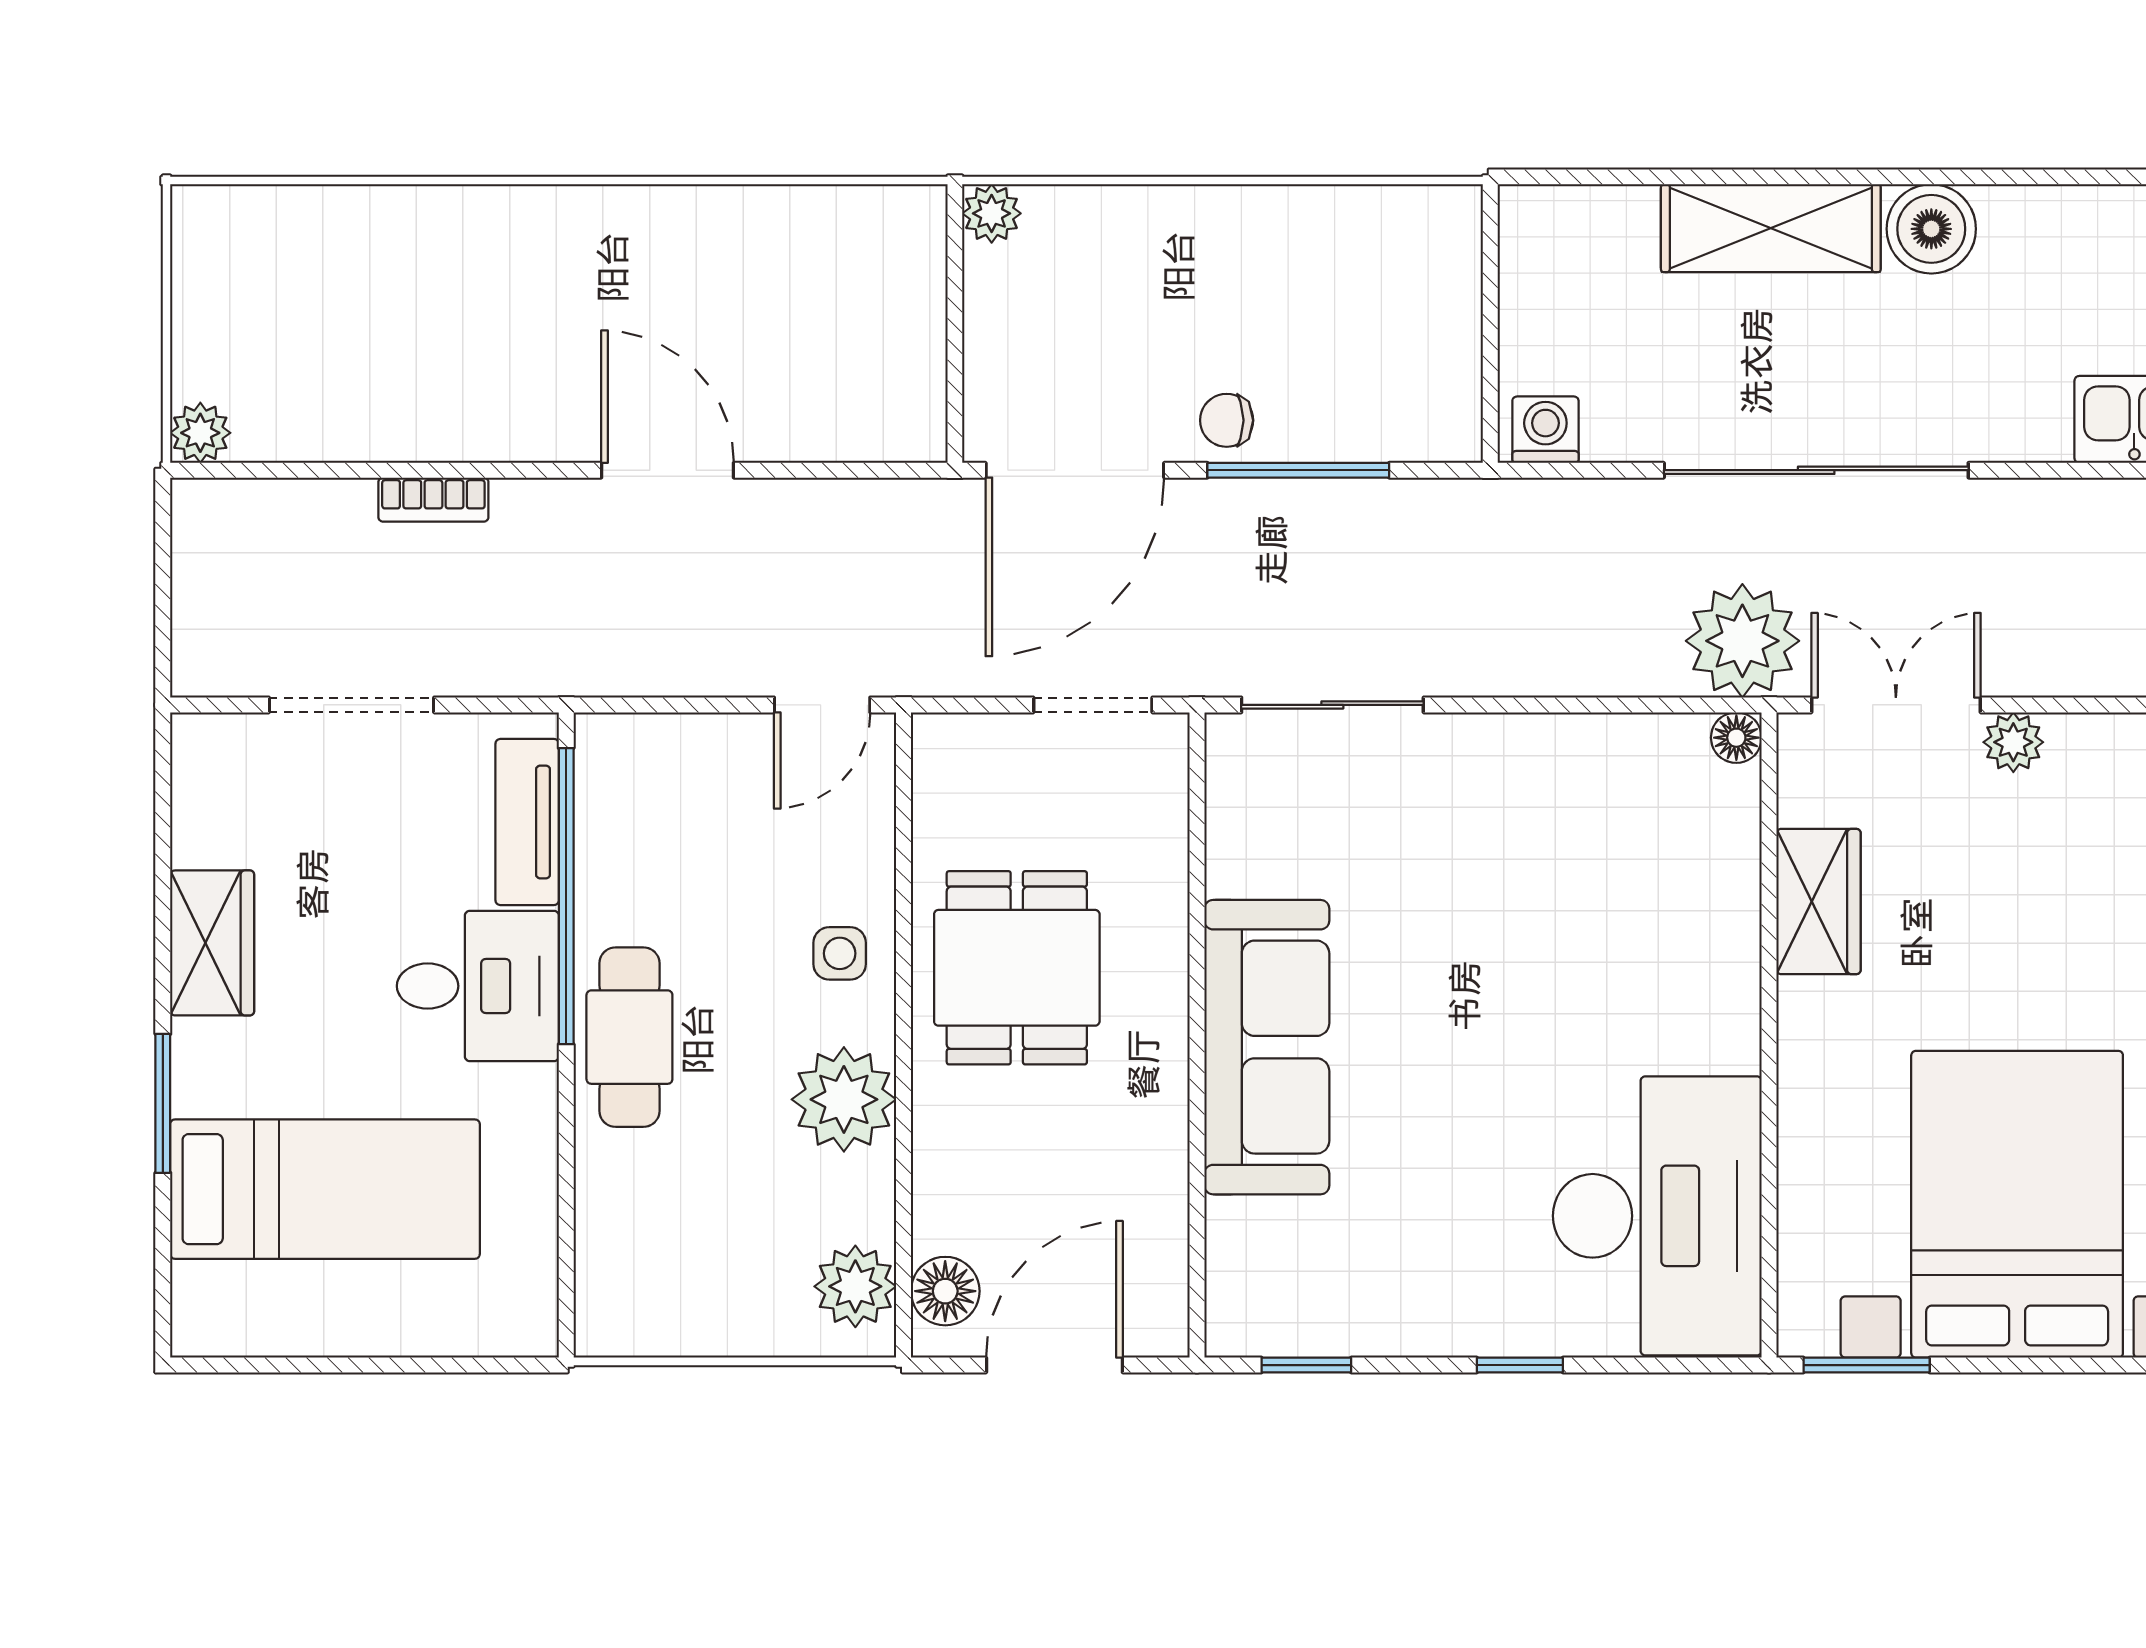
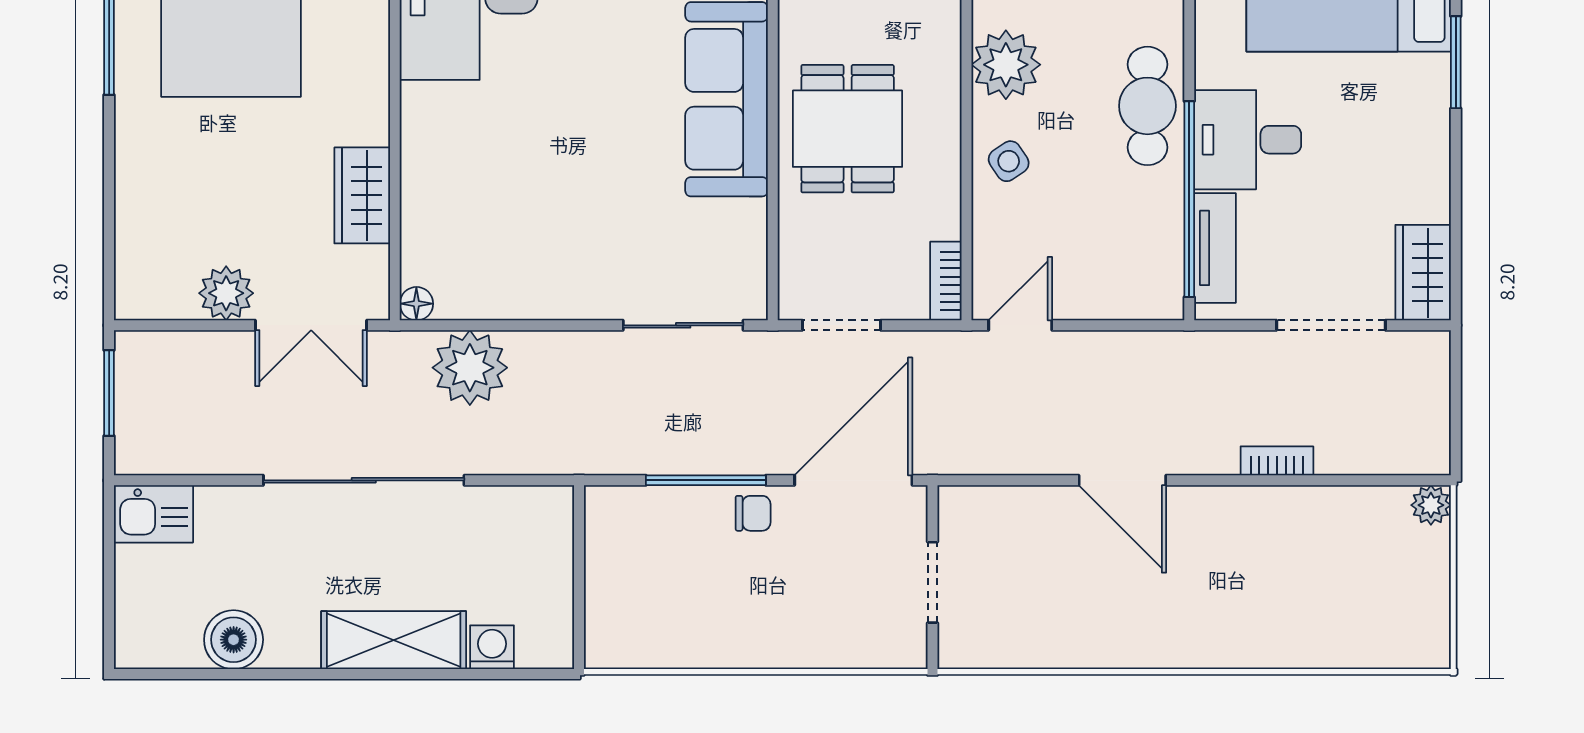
plant: (992, 213) -> (908, 650), removed
boiler: (1931, 229) -> (234, 640), moved
doorway: (955, 316) -> (933, 582), added
washing machine: (1545, 430) -> (492, 647), moved, turned 180
plant: (1742, 641) -> (470, 368), moved
plant: (2013, 742) -> (226, 293), width x1.38, depth x1.38
bookcase: (935, 772) -> (946, 281), added
wardrobe: (212, 943) -> (1423, 273), moved
side table: (840, 953) -> (1009, 161), turned -34
dining table: (1017, 968) -> (848, 129), moved

